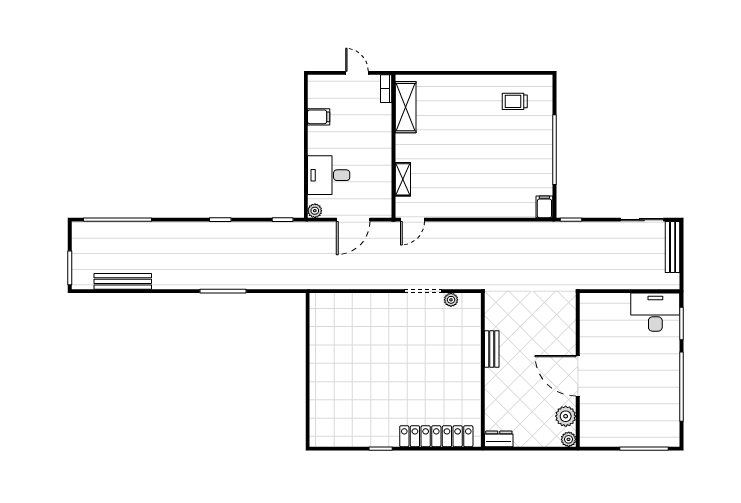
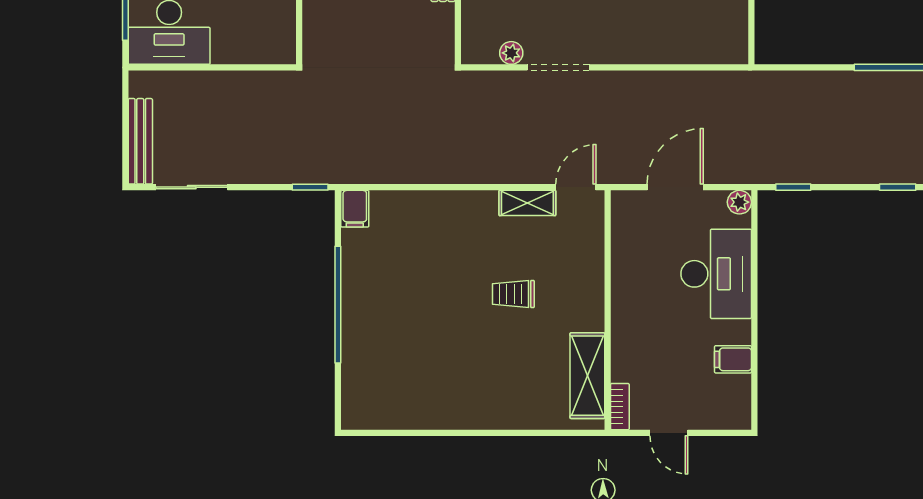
trolley: (515, 101) -> (513, 294), moved, turned 180
desk: (329, 175) -> (716, 274), width x1.37
shelving: (403, 179) -> (527, 203), moved, turned 90

